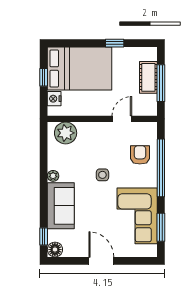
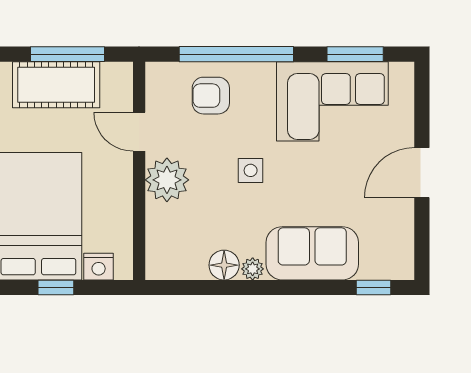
cot: (148, 77) -> (56, 85), width x1.37, depth x1.34
plant: (66, 133) -> (167, 180), moved
floor lamp: (55, 250) -> (224, 265), moved

